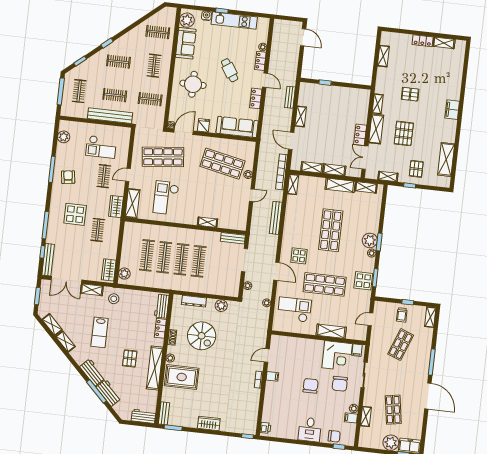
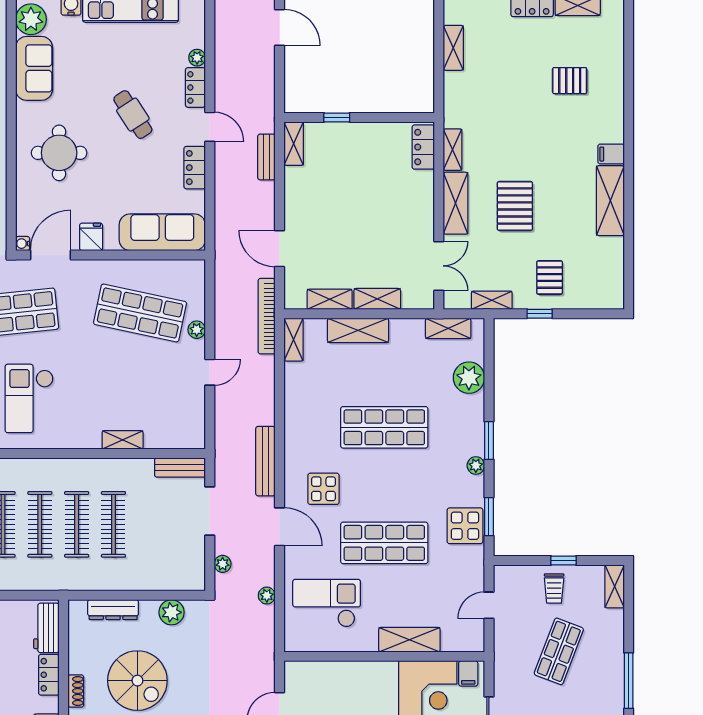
pallet: (410, 94) -> (570, 81), moved
filing cabinet: (452, 110) -> (611, 154), width x0.50
shelving: (301, 117) -> (294, 144), moved
locker: (360, 135) -> (423, 147), moved
double door: (365, 158) -> (439, 266), swing flipped
shelving: (446, 159) -> (610, 201), moved
shelving: (340, 185) -> (358, 330), moved
bench: (276, 218) -> (265, 461), moved
shop shelf: (331, 230) -> (384, 427), turned 90
plant: (370, 240) -> (469, 378), moved

